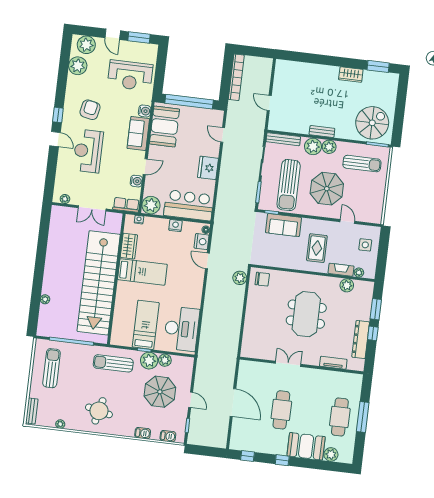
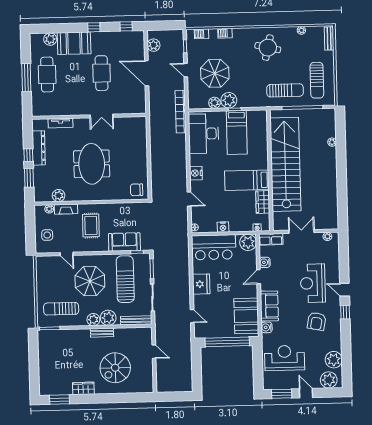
bookcase: (236, 77) -> (181, 112), moved
spiral stairs: (372, 123) -> (115, 368), moved
reception desk: (88, 151) -> (313, 283), turned 180
nightstand: (202, 242) -> (196, 173), moved
plant: (240, 278) -> (154, 45), moved
sun lounger: (113, 363) -> (285, 90), moved

